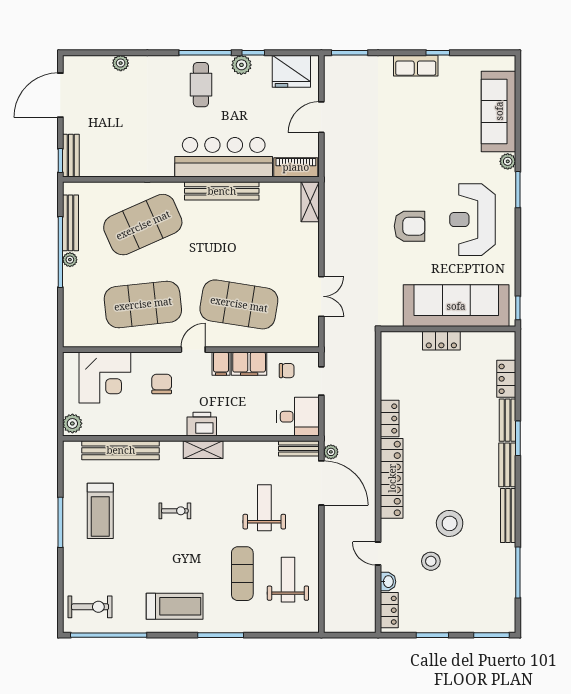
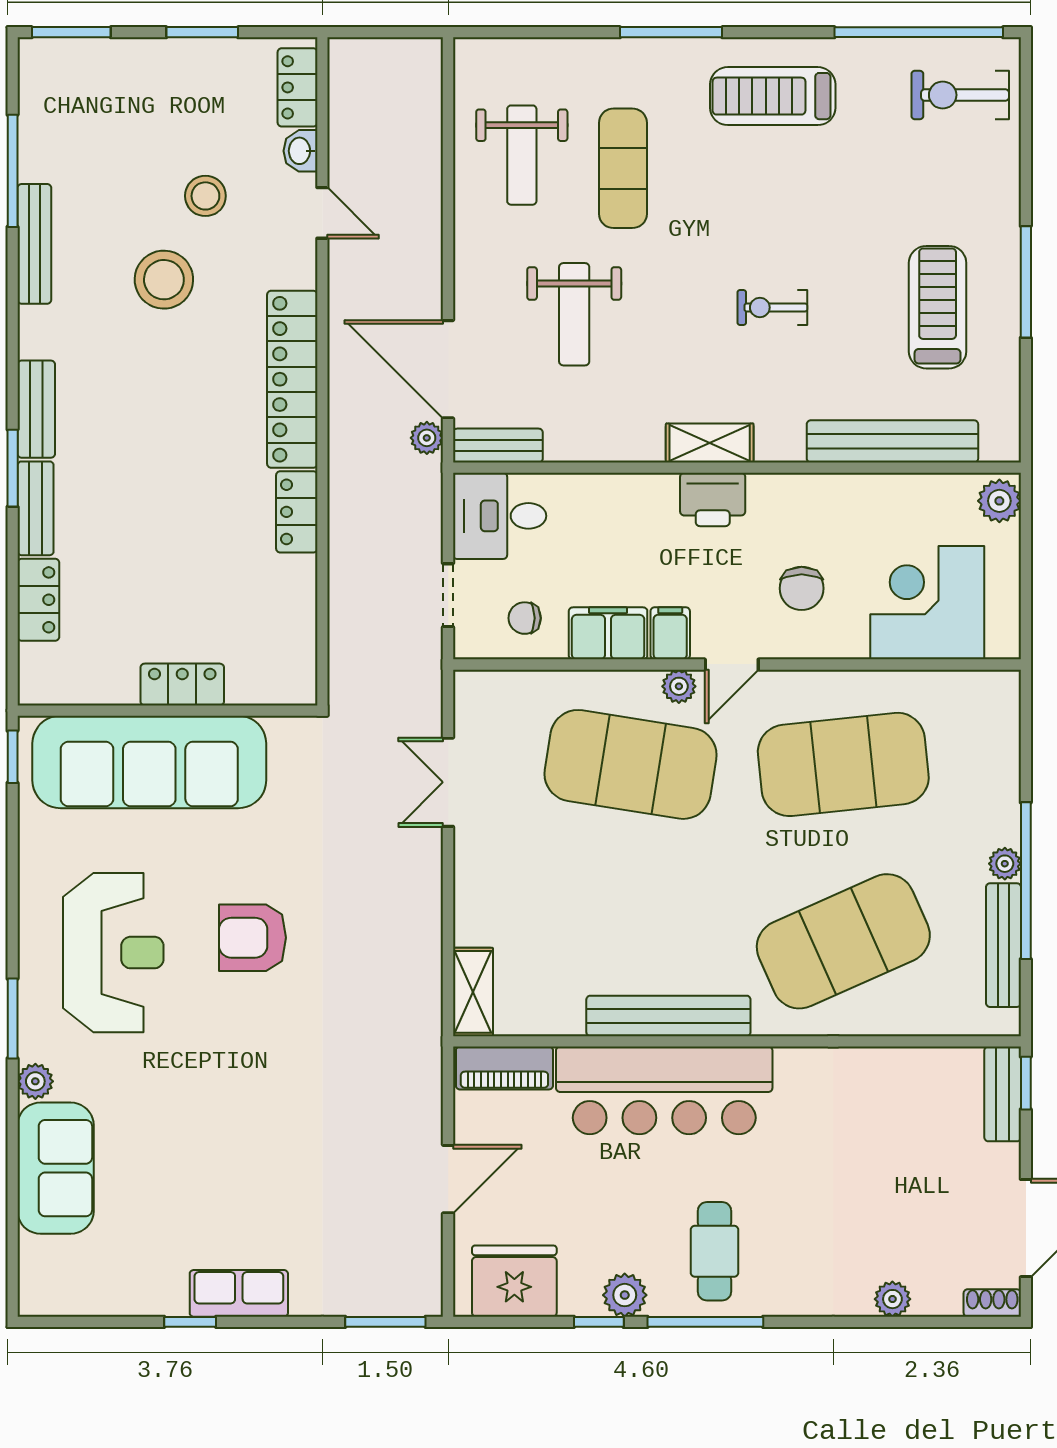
shoe rack: (76, 61) -> (992, 1303), added
sofa: (499, 111) -> (56, 1168), width x0.73
plant: (217, 340) -> (679, 686), added
bench: (508, 516) -> (34, 244), moved

